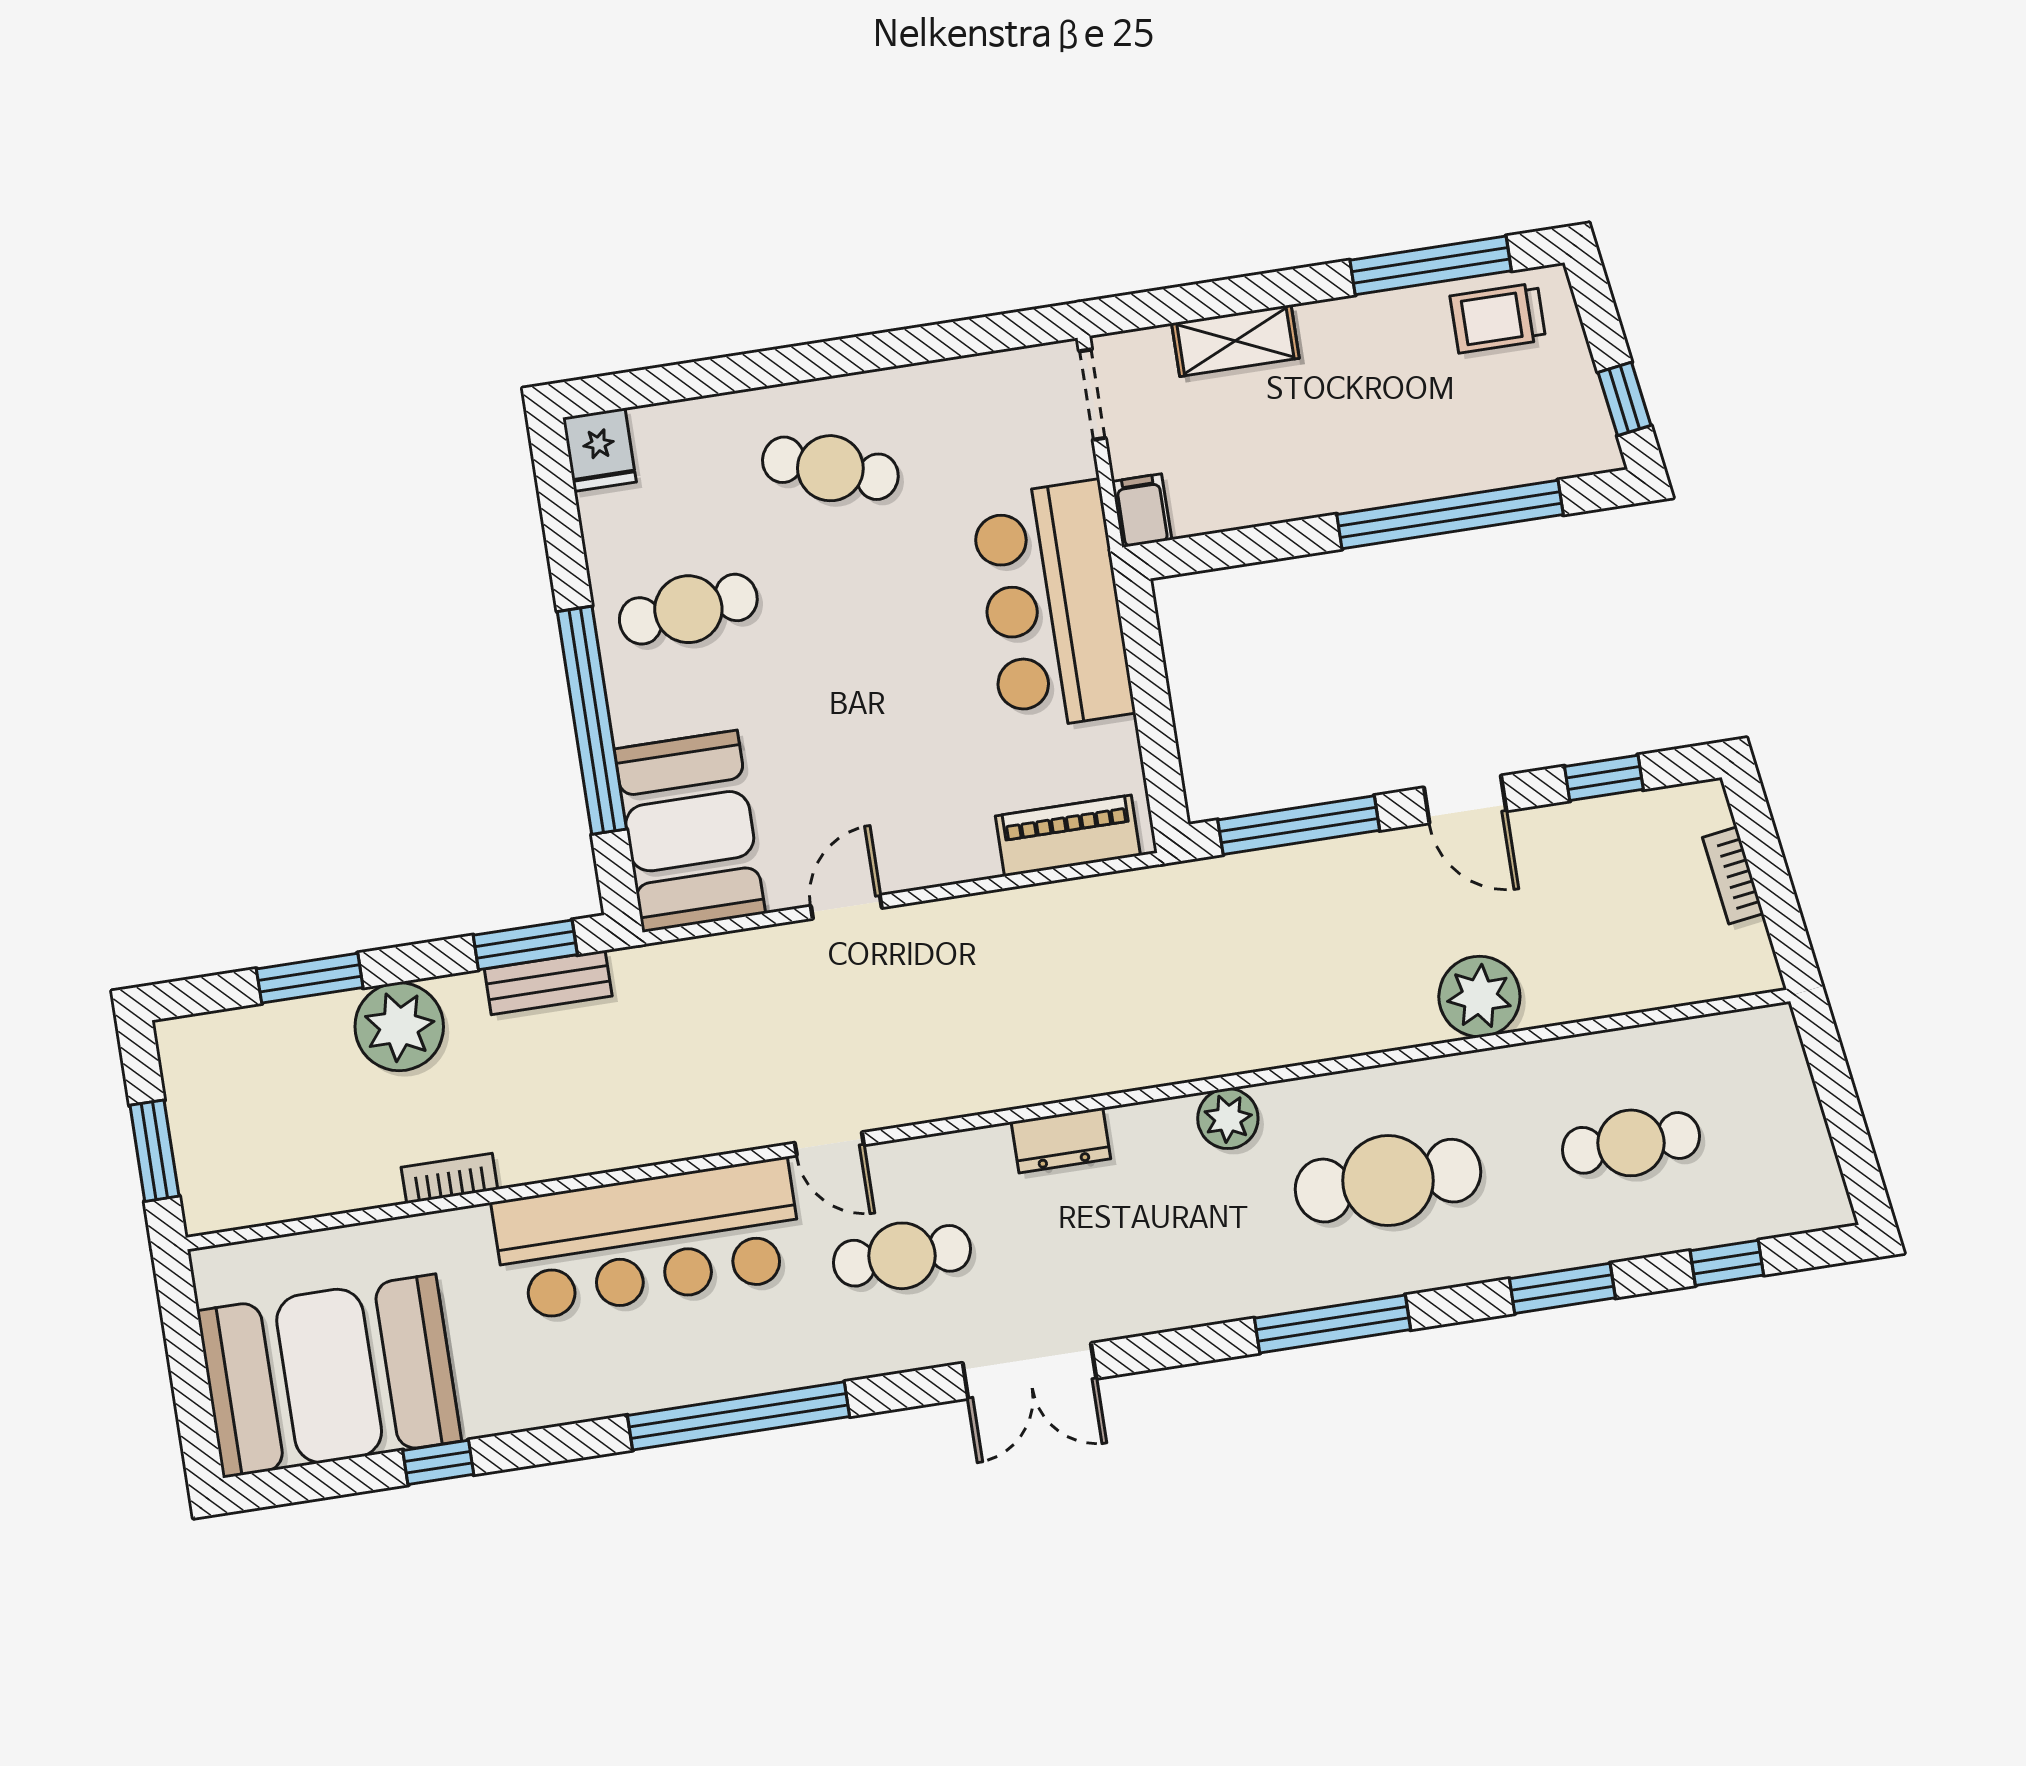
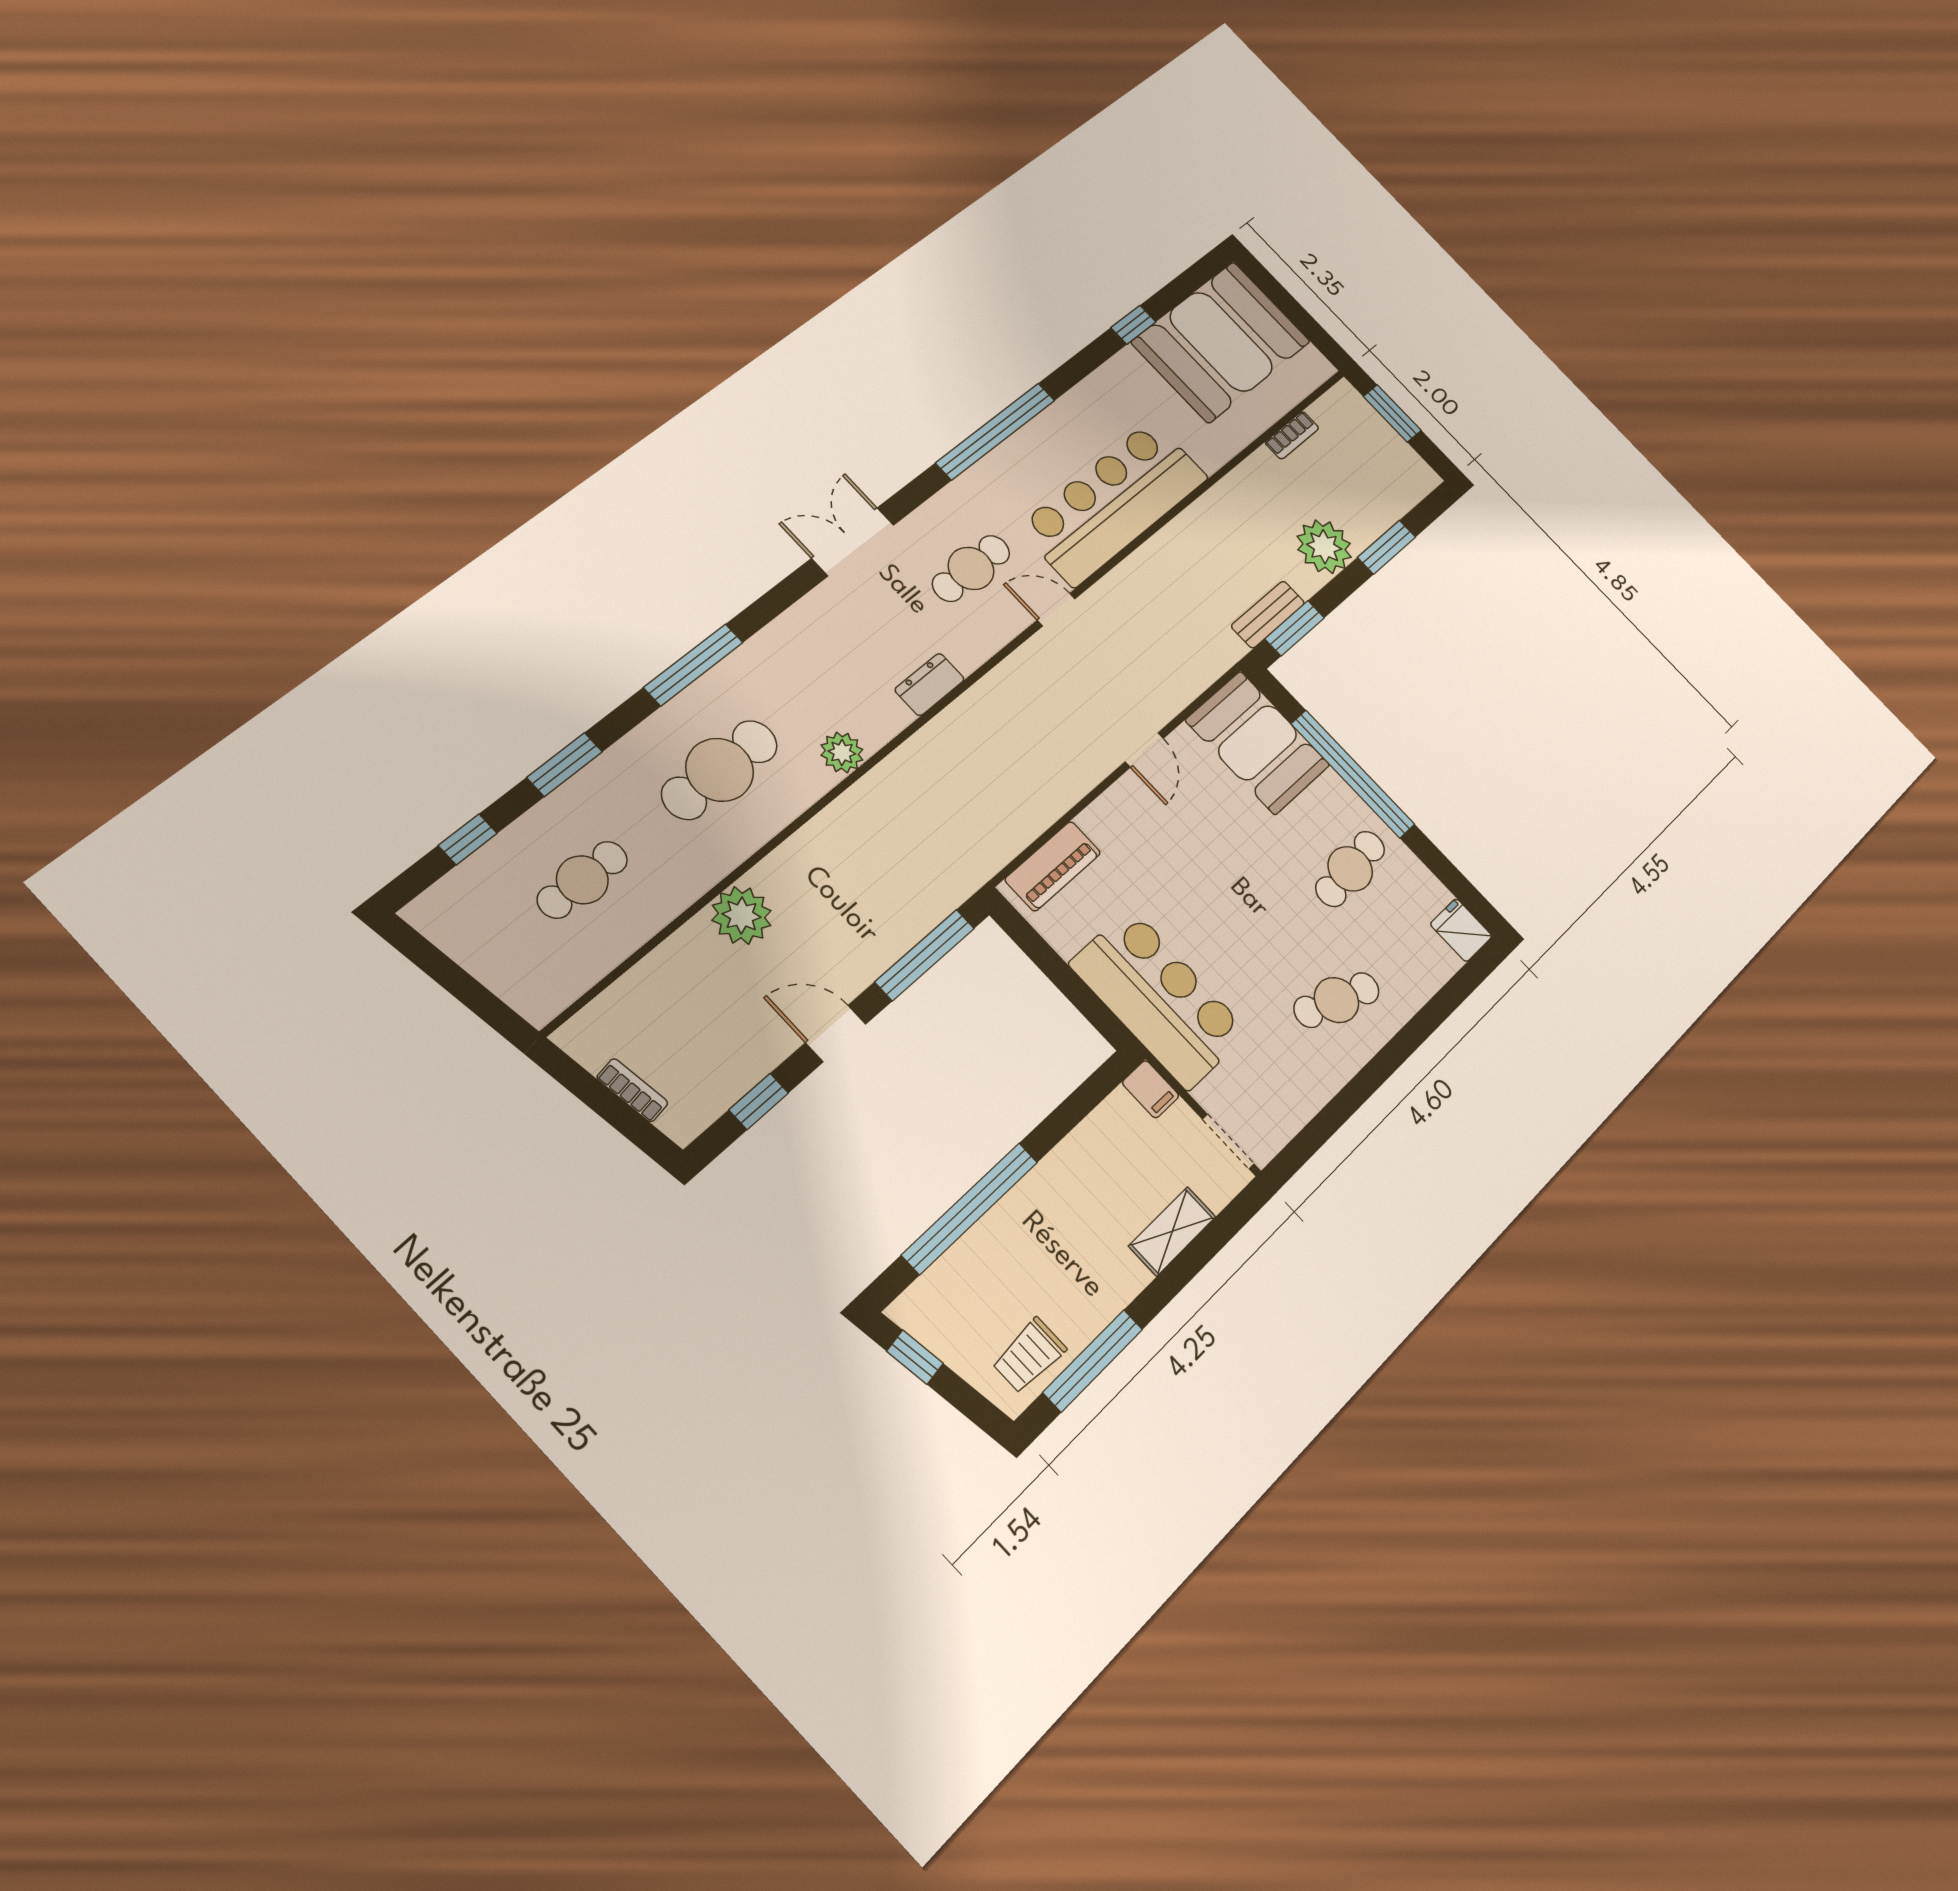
trolley: (1498, 318) -> (1029, 1355), turned 180
bookcase: (449, 1178) -> (1292, 435), moved

